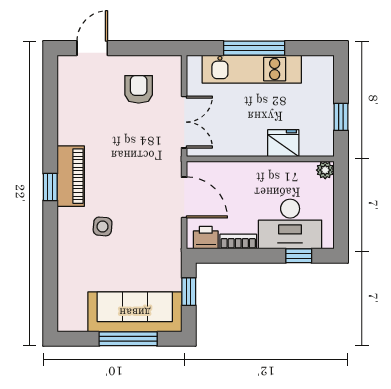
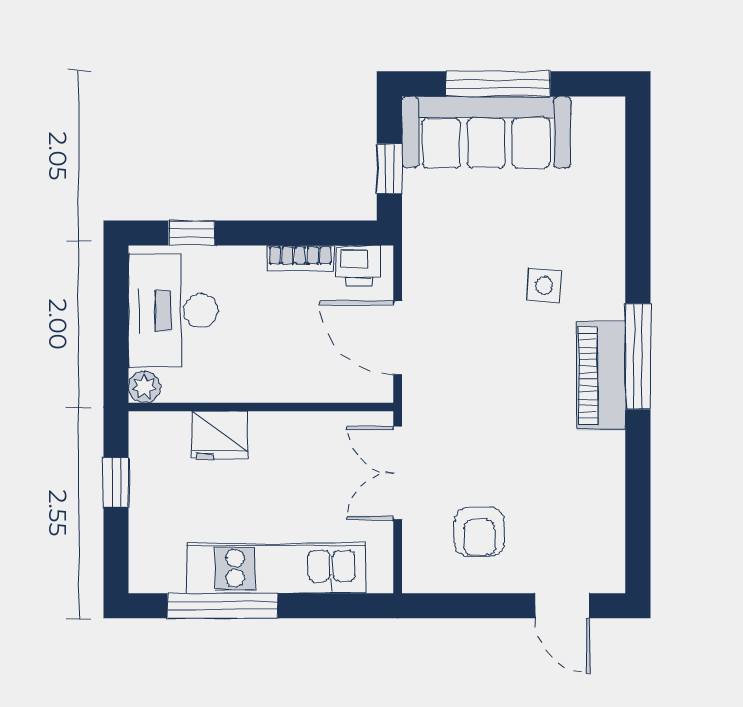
door: (92, 48) -> (563, 606), hinge flipped
window: (254, 48) -> (223, 606), moved
window: (50, 187) -> (638, 356), width x2.17
desk: (290, 224) -> (173, 311), moved, turned -90

